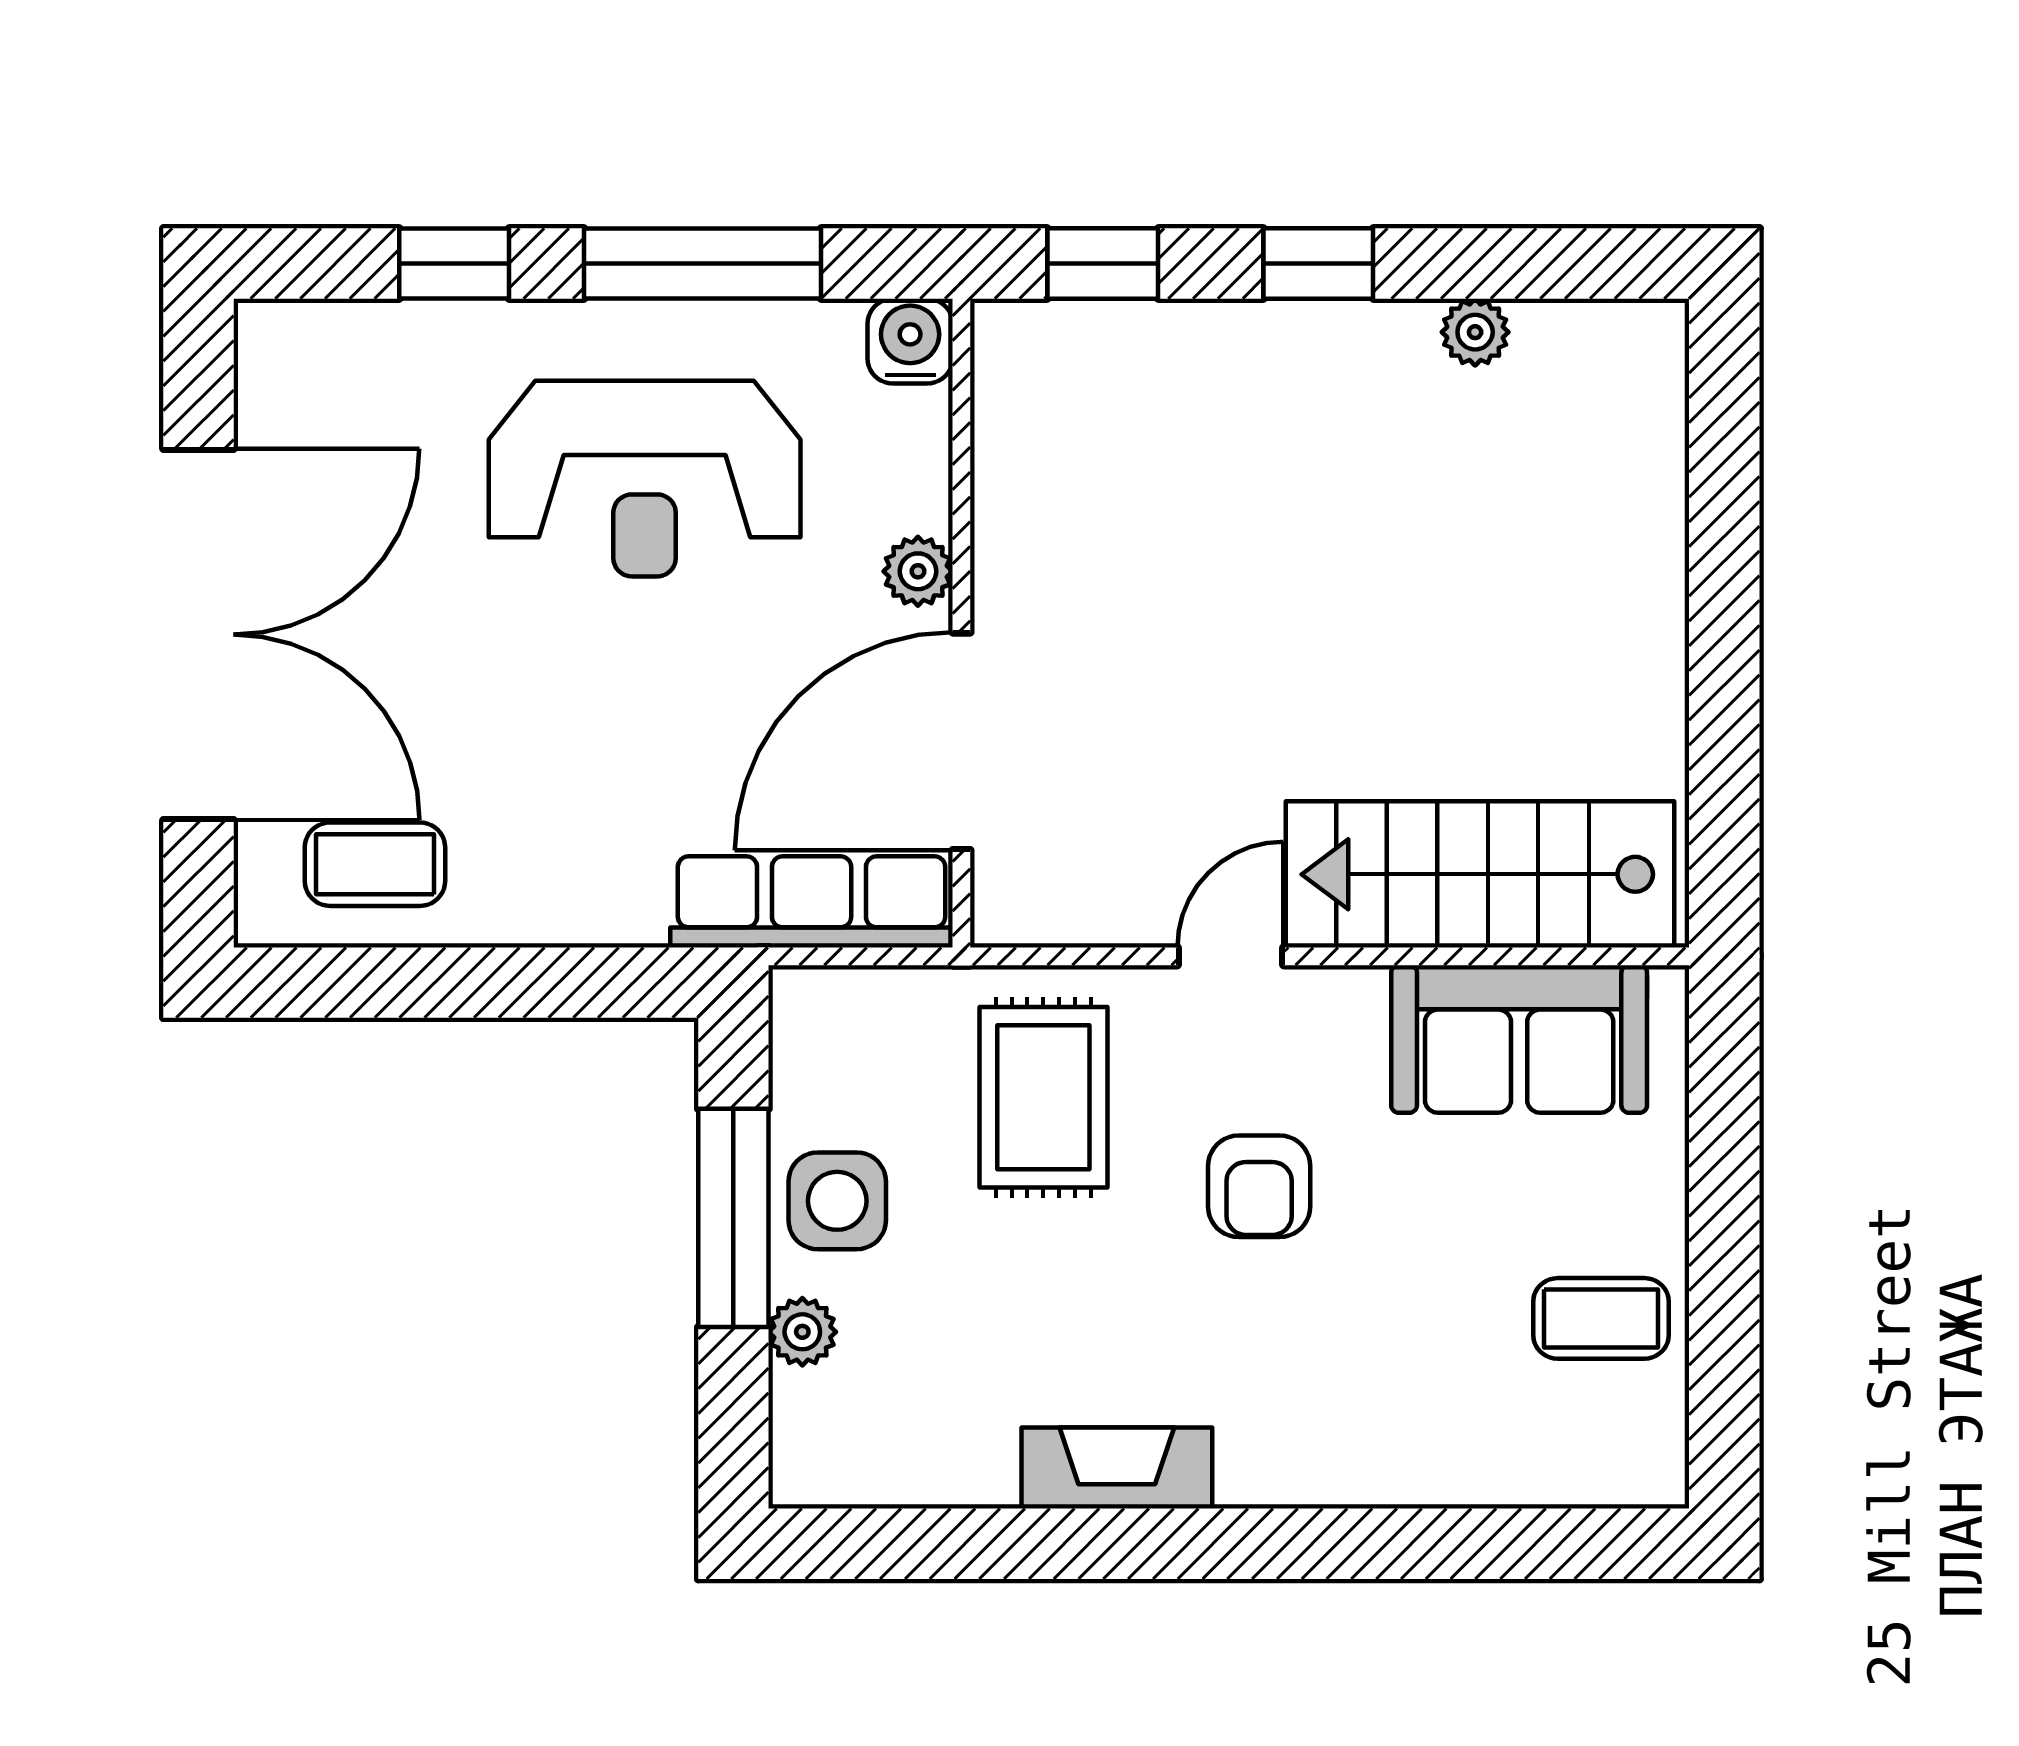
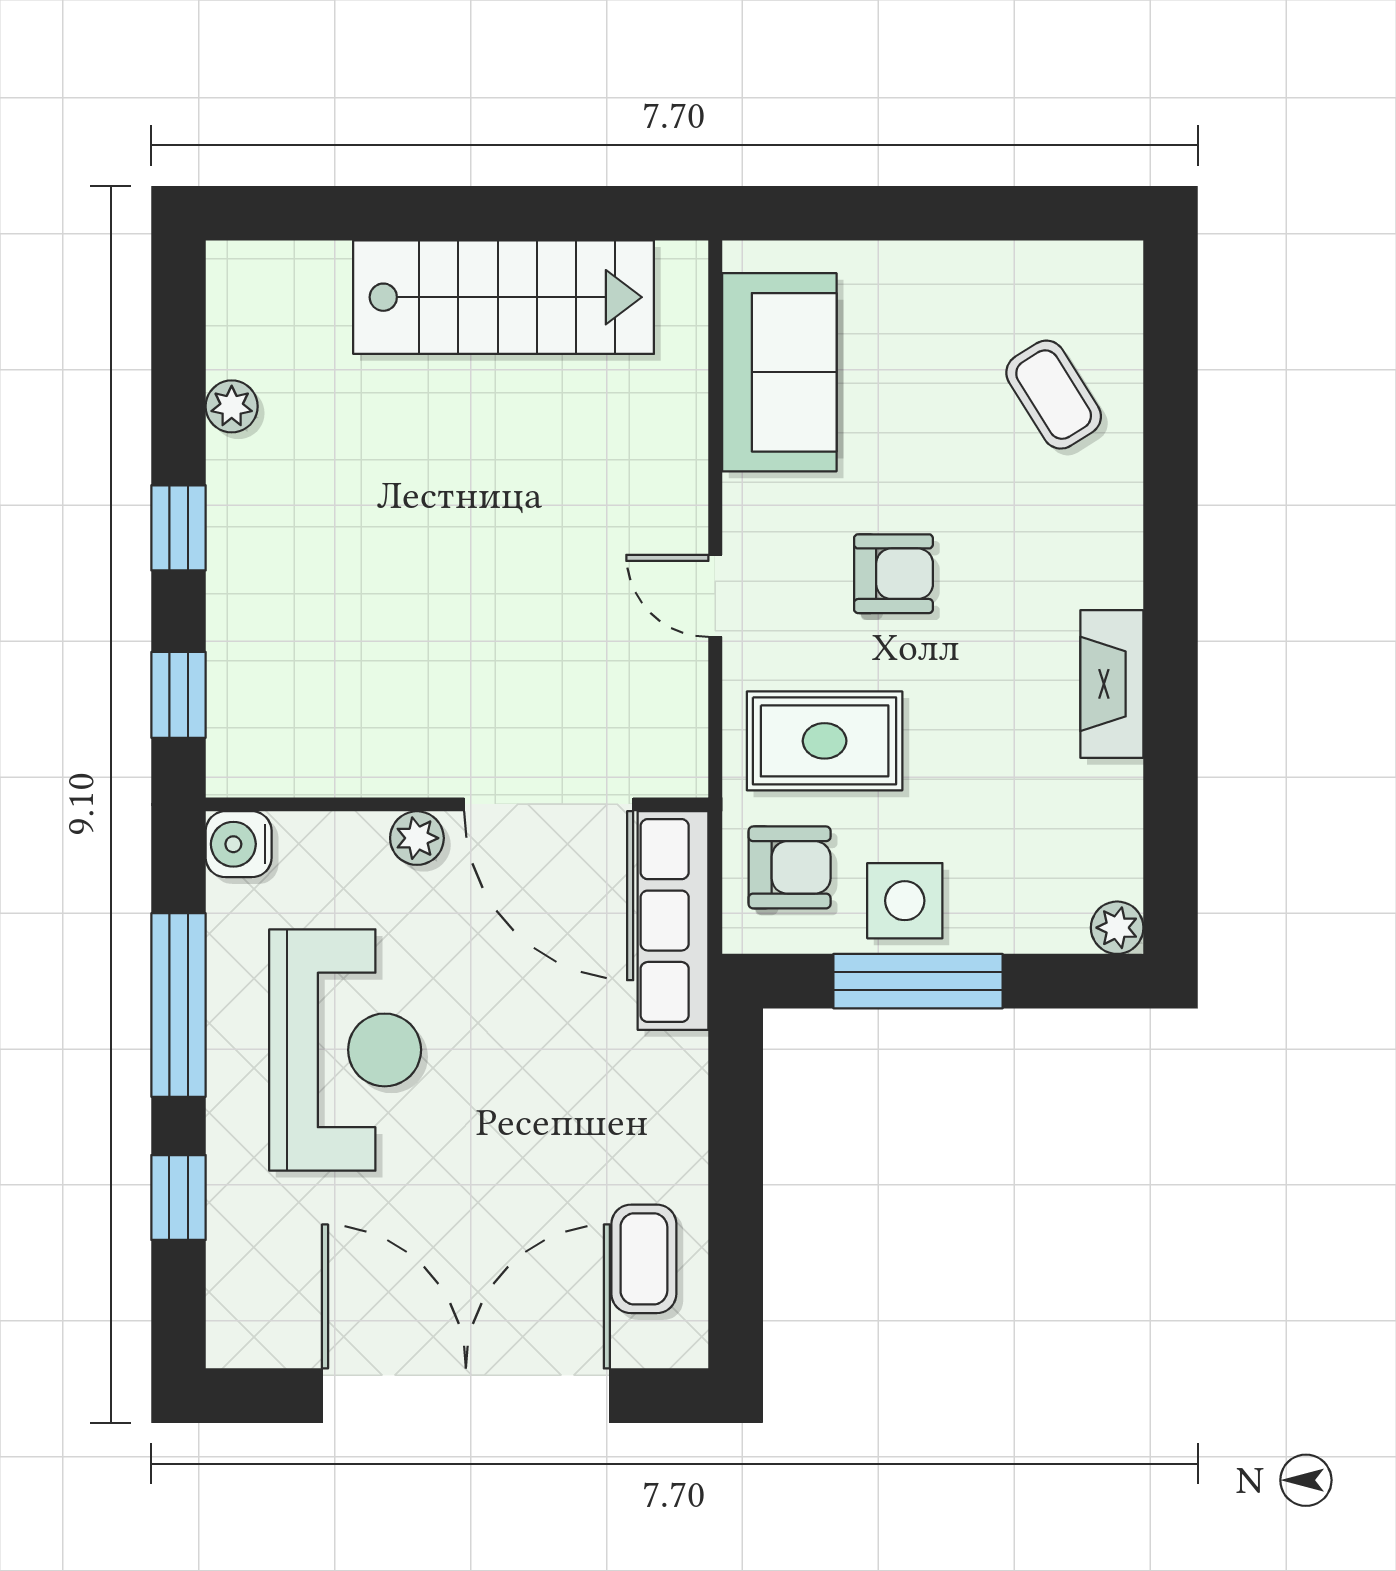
stairs: (1480, 874) -> (504, 297), moved, turned -90
armchair: (880, 1052) -> (790, 867), added
coffee table: (1601, 1318) -> (1054, 395), moved, turned -32
plant: (802, 1332) -> (1117, 928), moved

